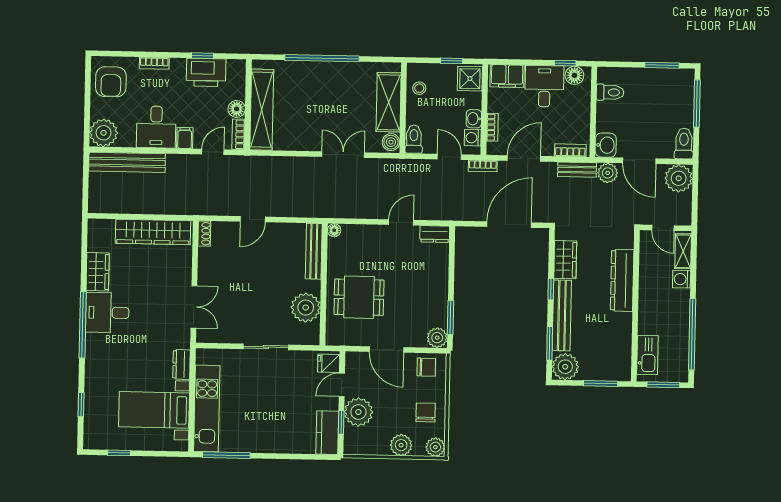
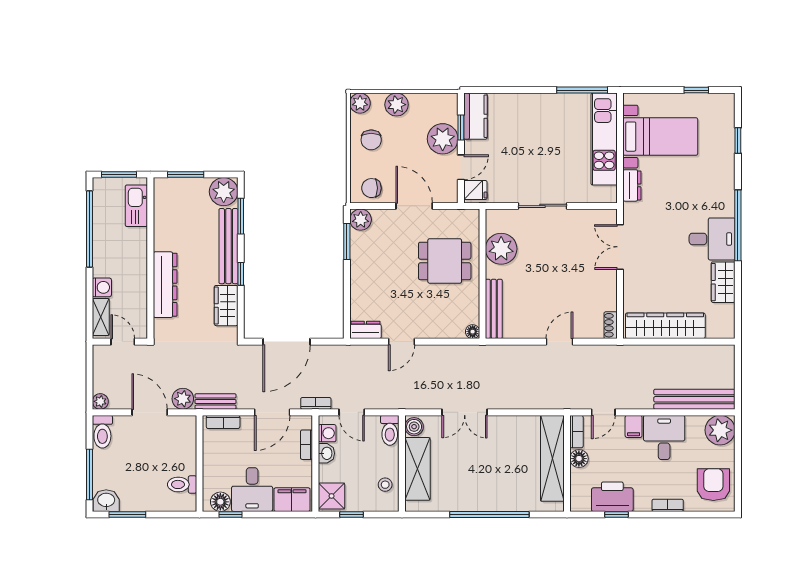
washbasin: (606, 145) -> (106, 501), moved, turned 90
plant: (679, 178) -> (100, 401), width x0.53, depth x0.53

